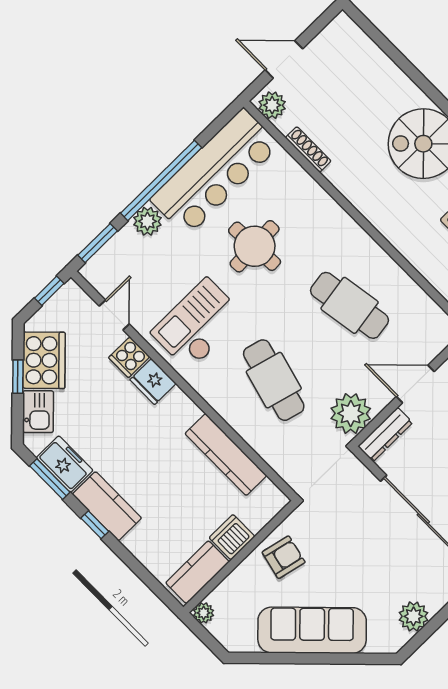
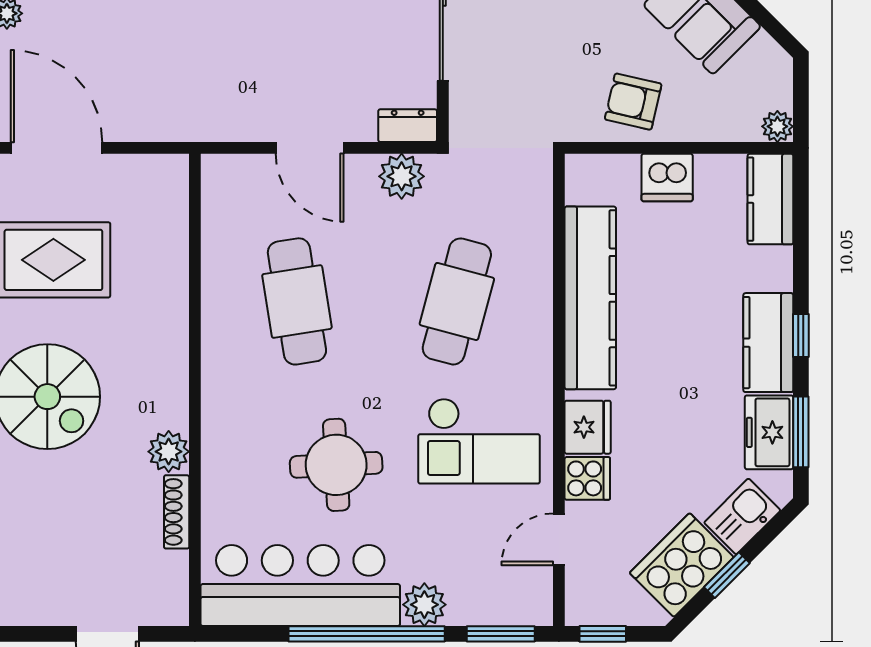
plant: (272, 105) -> (169, 452), moved
plant: (351, 414) -> (402, 176), width x0.73, depth x0.73
dresser: (385, 434) -> (408, 126), width x0.70
kitchen counter: (226, 455) -> (590, 298), width x1.39, depth x1.17
kitchen counter: (197, 572) -> (770, 199), moved, turned 90

